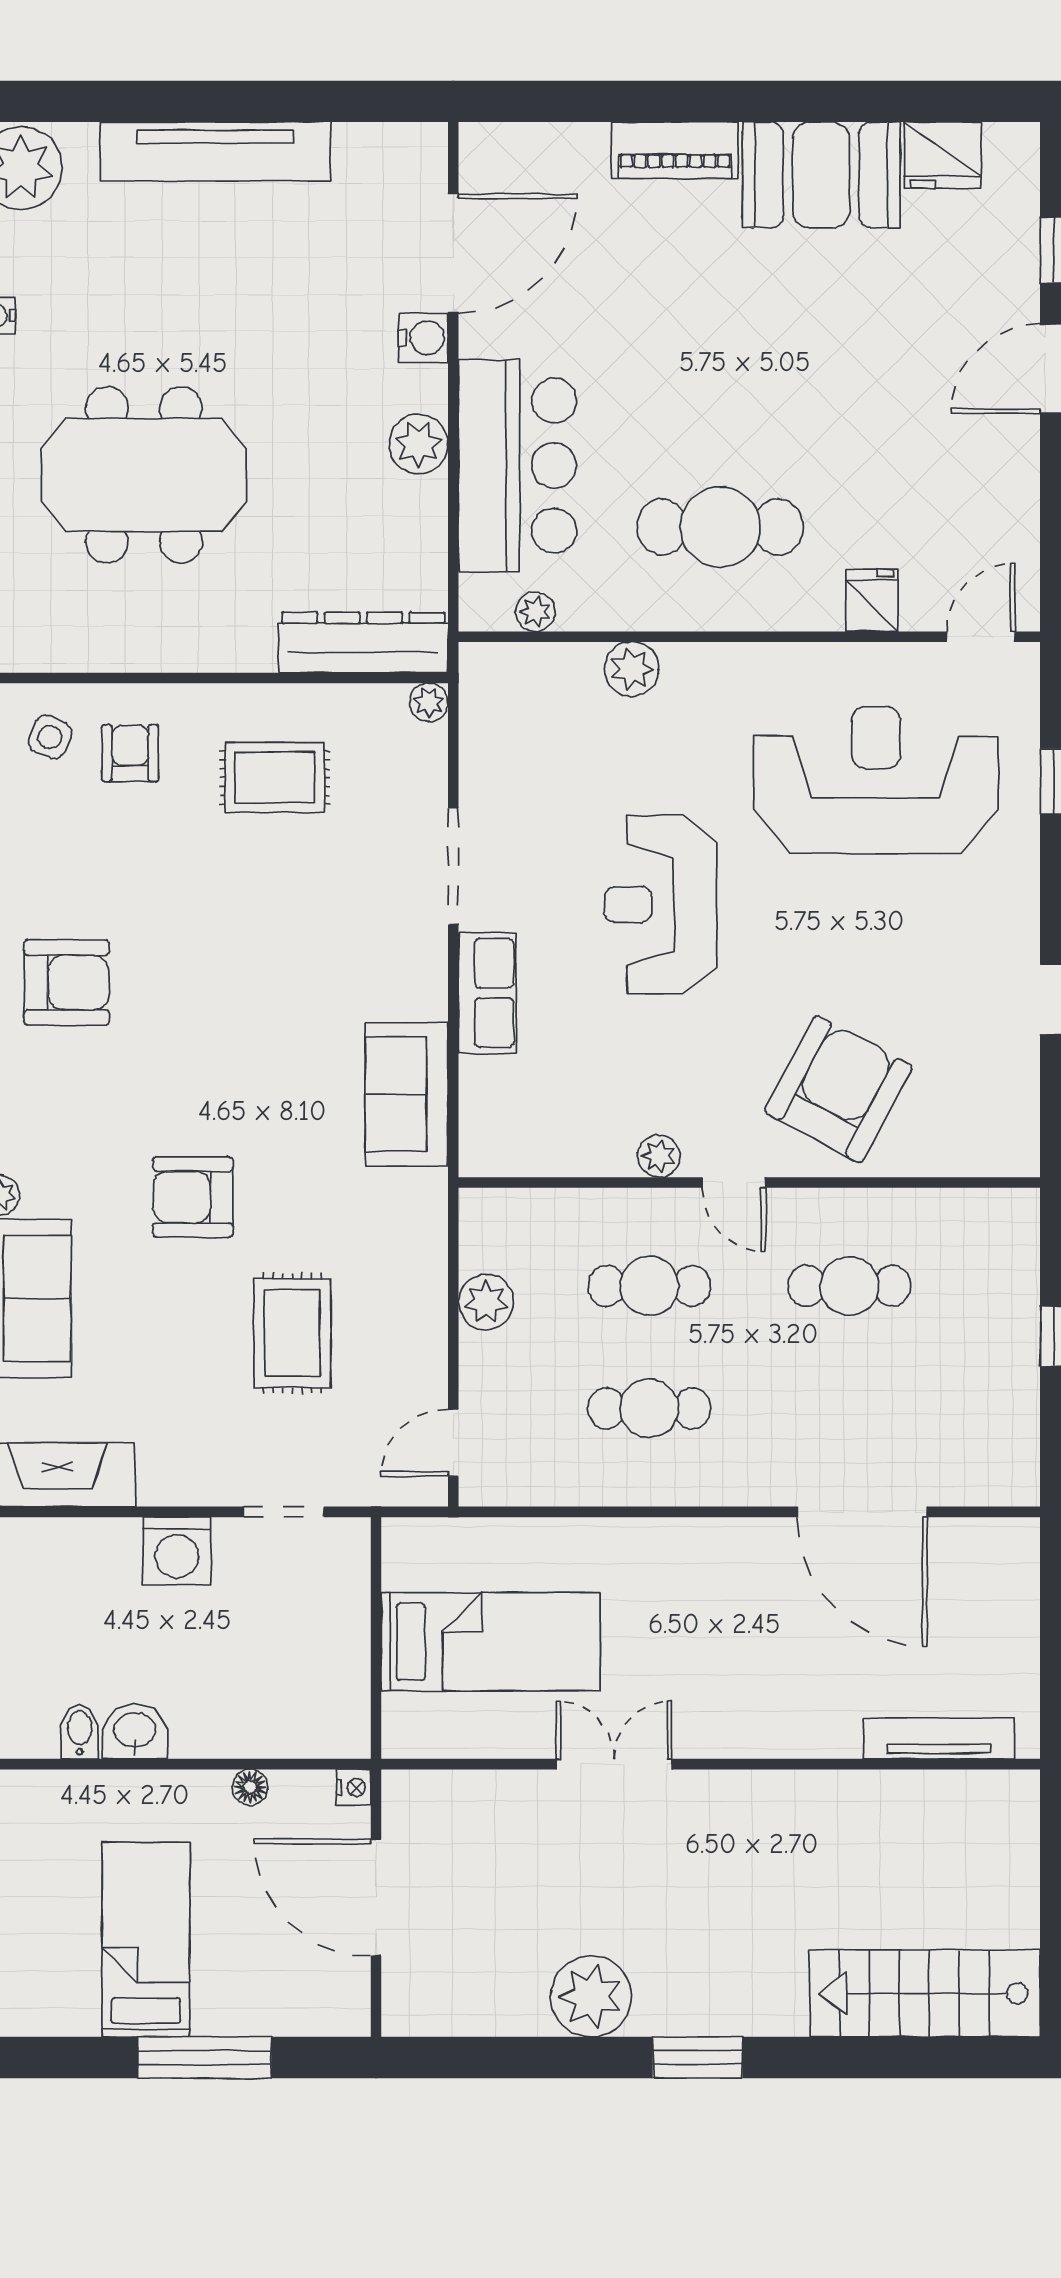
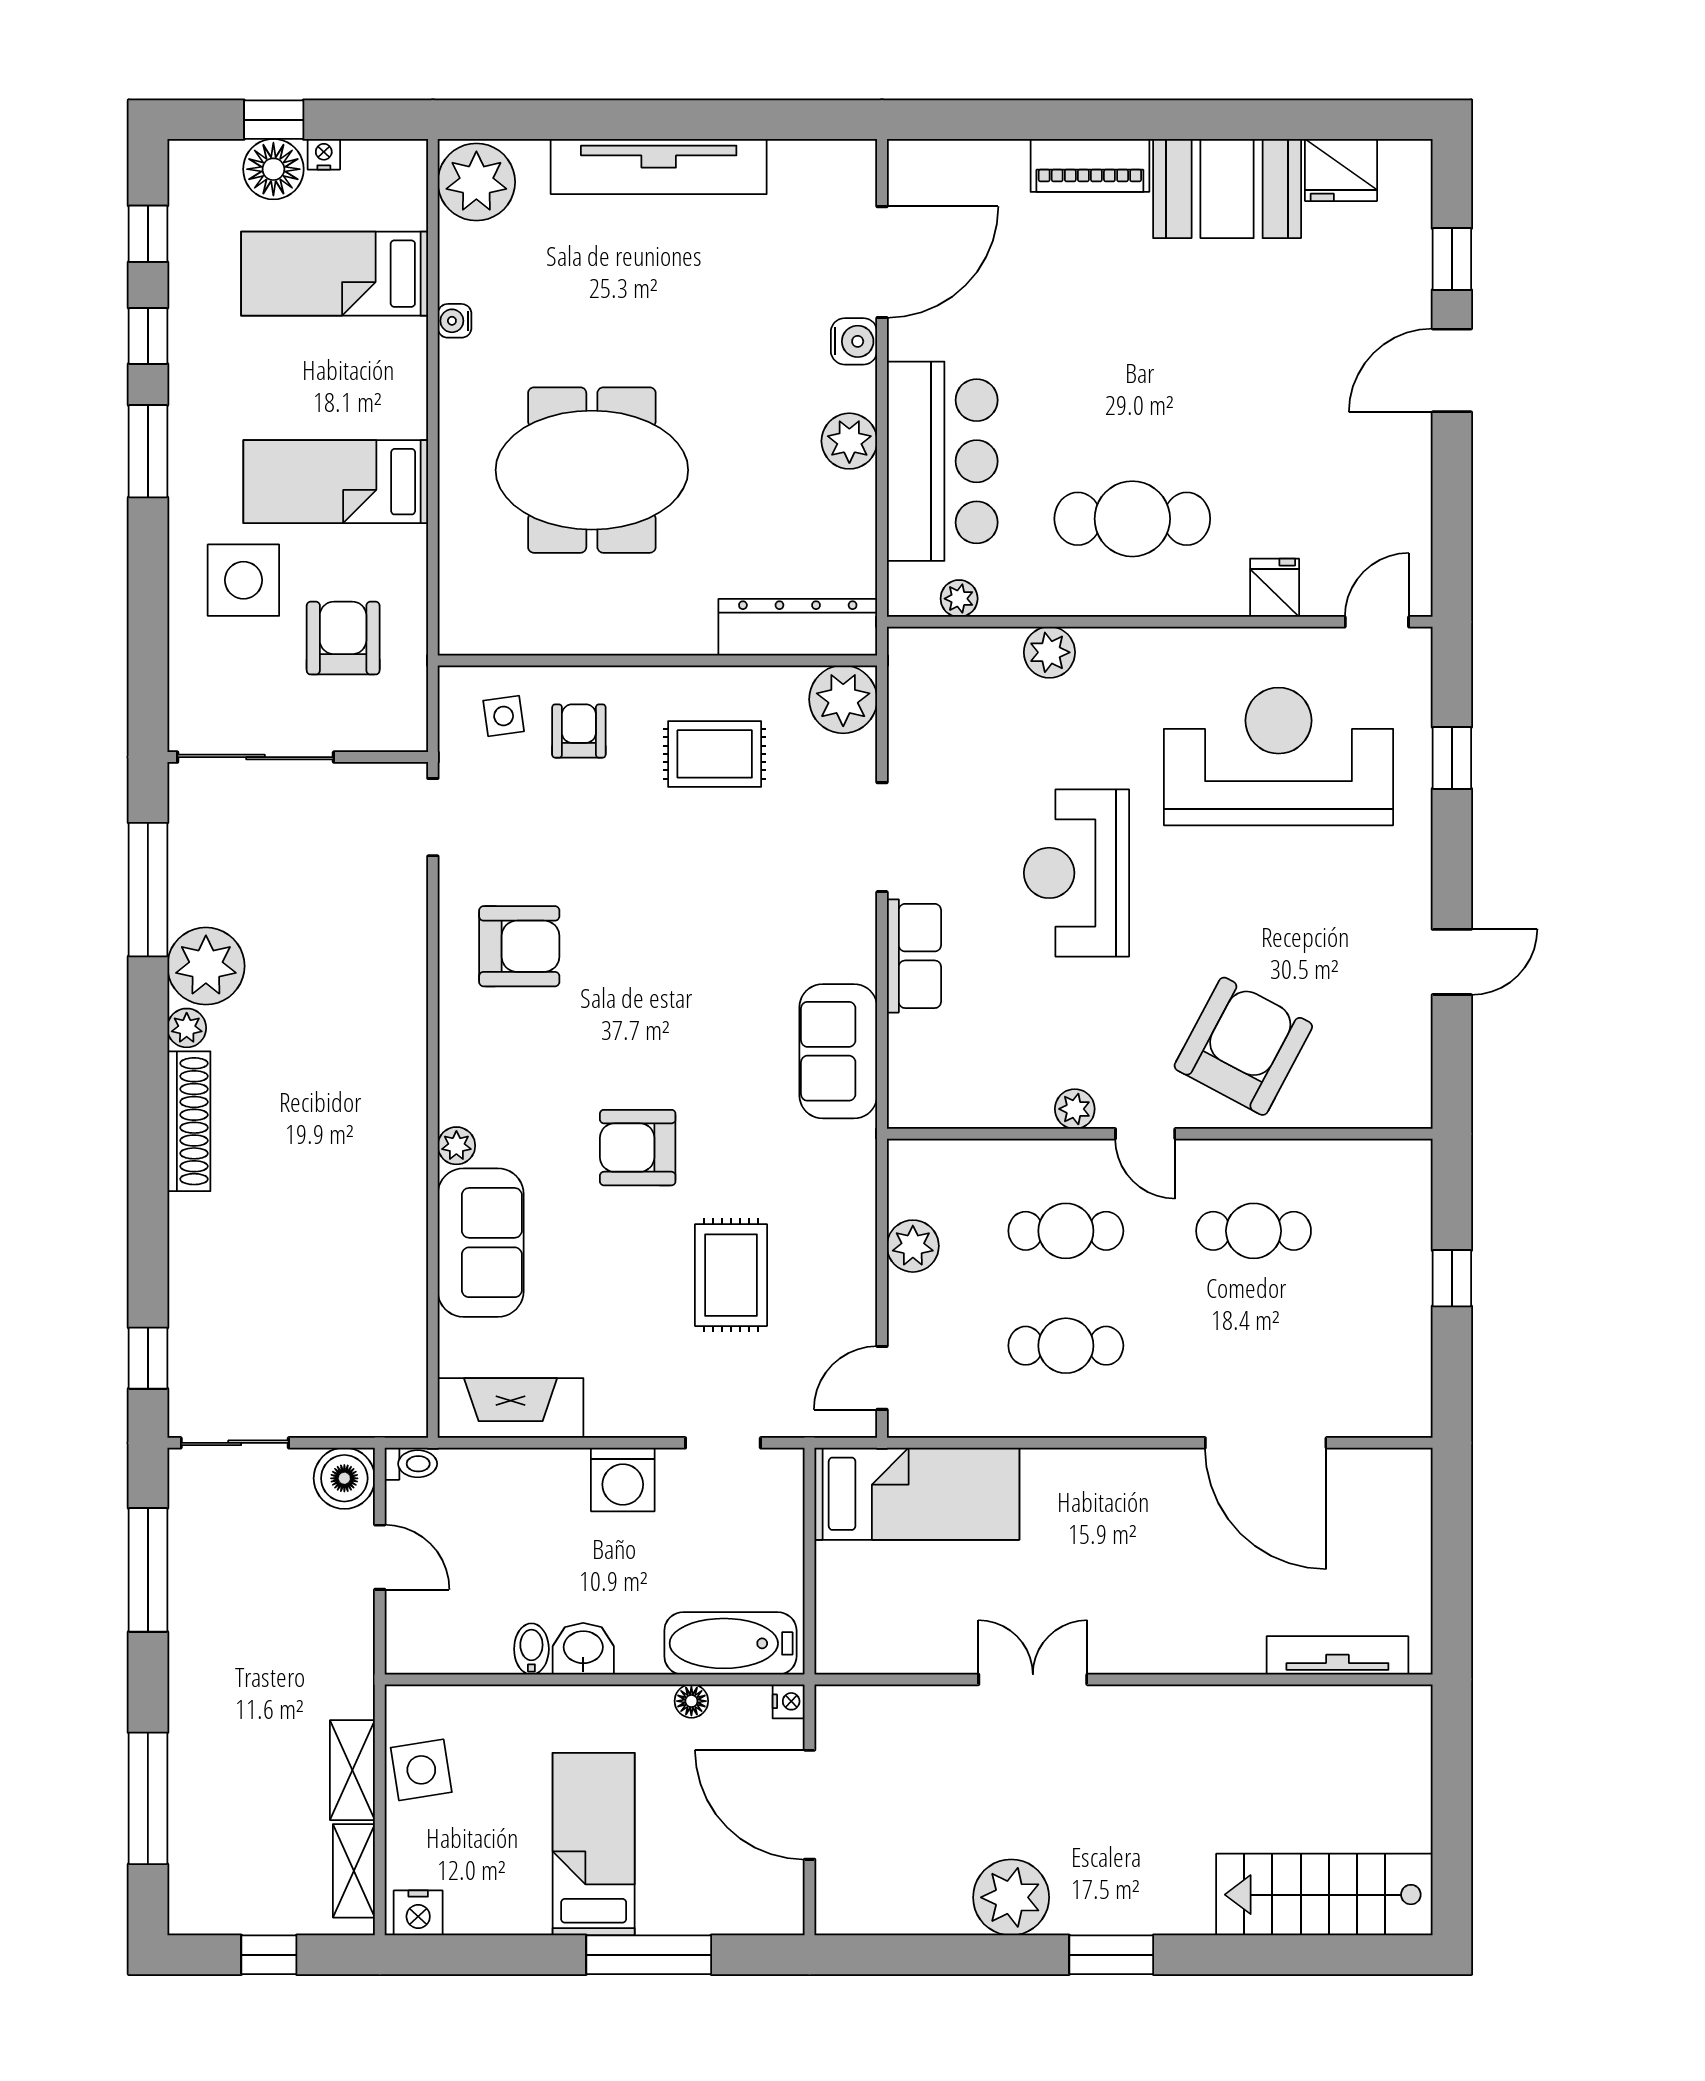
plant: (429, 702) -> (843, 699), width x1.88, depth x1.88
side table: (50, 737) -> (504, 716), turned -31
bed: (490, 1642) -> (917, 1494), moved
bathtub: (292, 1726) -> (730, 1643), added

